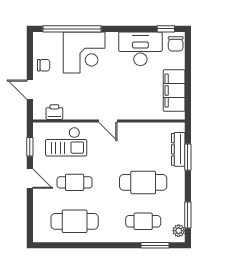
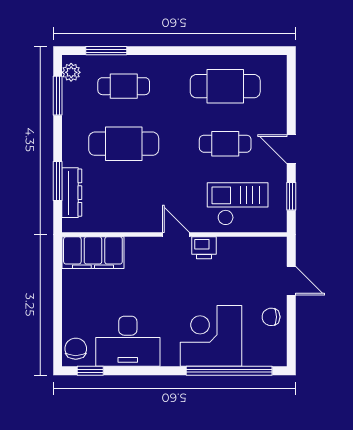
filing cabinet: (174, 91) -> (93, 253), moved, turned 90
printer: (54, 112) -> (204, 248), moved

